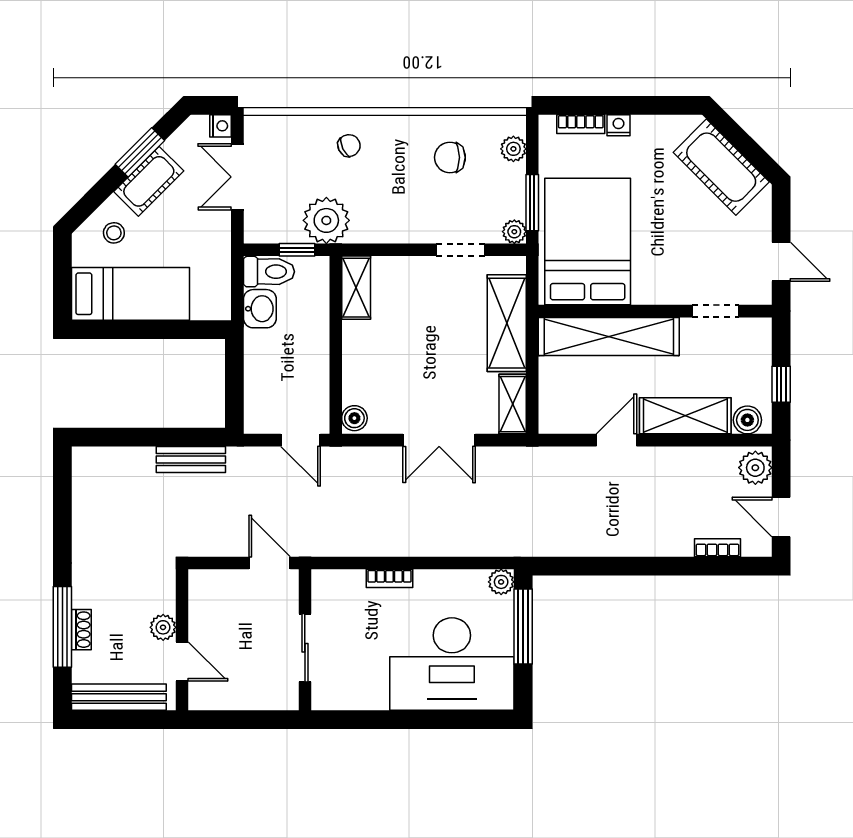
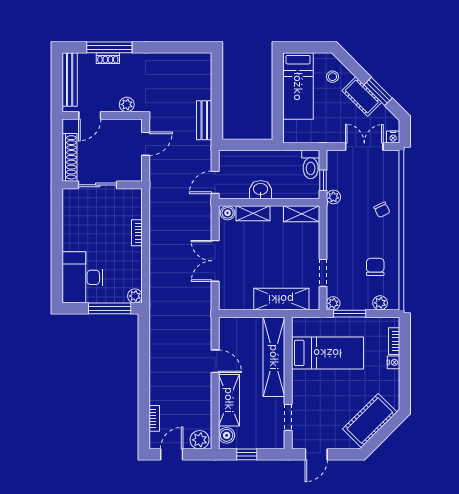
plant: (326, 220) -> (333, 197), width x0.53, depth x0.53
bed: (588, 242) -> (328, 353), width x0.67
washbasin: (260, 309) -> (261, 190), moved, turned 180
shelving: (513, 404) -> (253, 213), moved
door: (270, 563) -> (146, 144), moved
plant: (163, 627) -> (127, 104), moved
desk: (452, 664) -> (82, 277), width x0.73, depth x0.77
shoe rack: (256, 697) -> (70, 157), added

